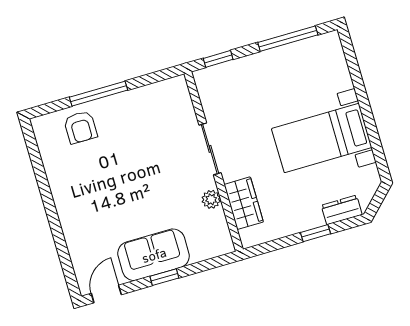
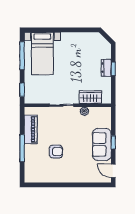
piano: (142, 100) -> (31, 129), added
armchair: (81, 127) -> (56, 152), moved
bed with nightstands: (322, 138) -> (42, 53), moved
dresser: (342, 210) -> (106, 68), moved

